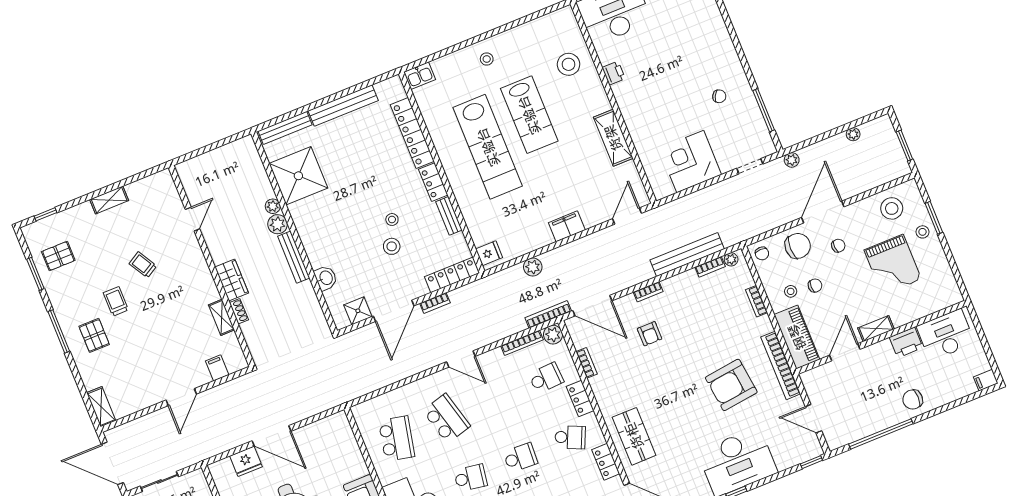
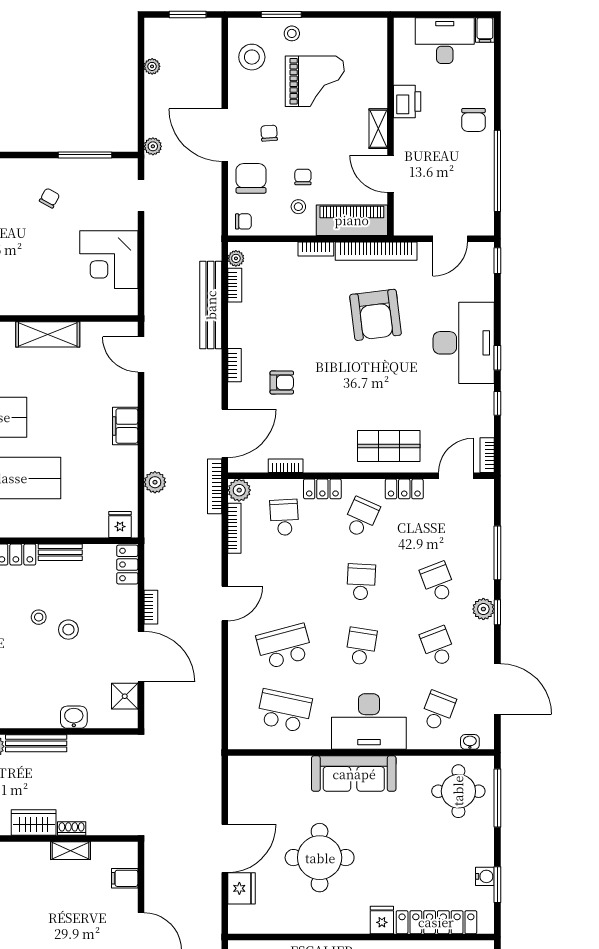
locker: (452, 275) -> (127, 565), width x0.66
bookcase: (757, 301) -> (316, 249), moved
desk: (946, 335) -> (445, 41), moved, turned 90

